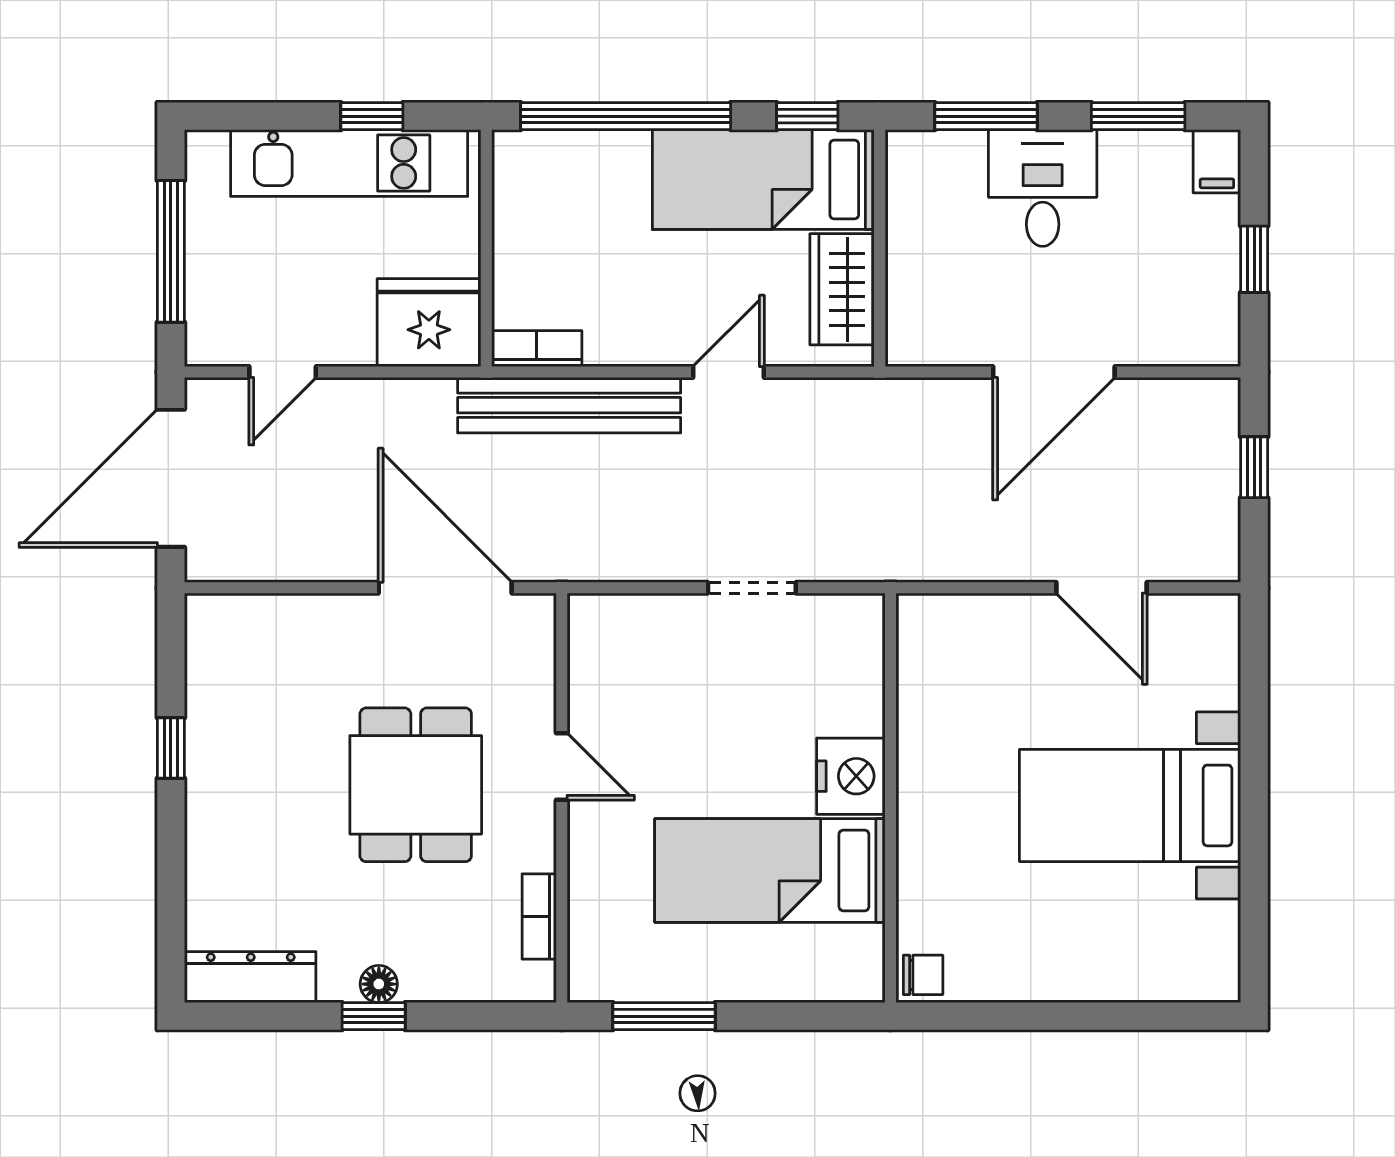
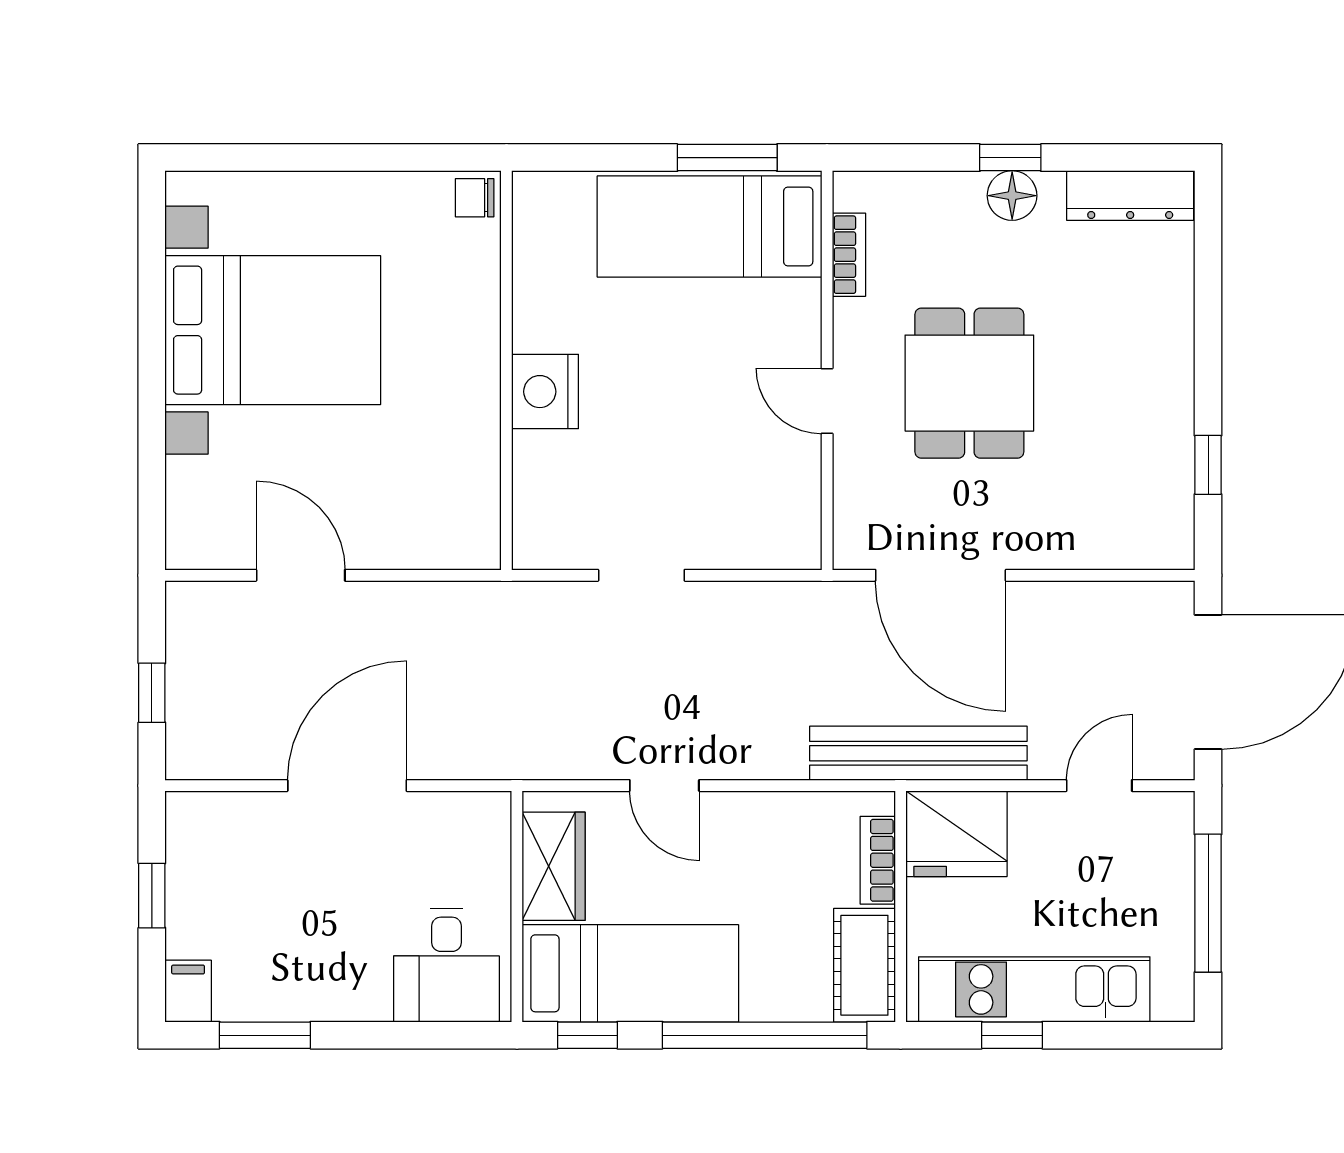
window: (986, 116) -> (413, 1035), removed
cot: (523, 188) -> (864, 965), added
desk: (1043, 188) -> (447, 965), moved
bookcase: (537, 349) -> (878, 860), moved, turned 90
door: (728, 372) -> (664, 786), hinge flipped
bench: (569, 405) -> (918, 753), moved
window: (171, 748) -> (1208, 465), moved
bed with nightstands: (1130, 805) -> (273, 330), width x1.36
bed: (770, 870) -> (709, 227), moved, turned 180
floor lamp: (379, 984) -> (1012, 196), width x1.37, depth x1.37

